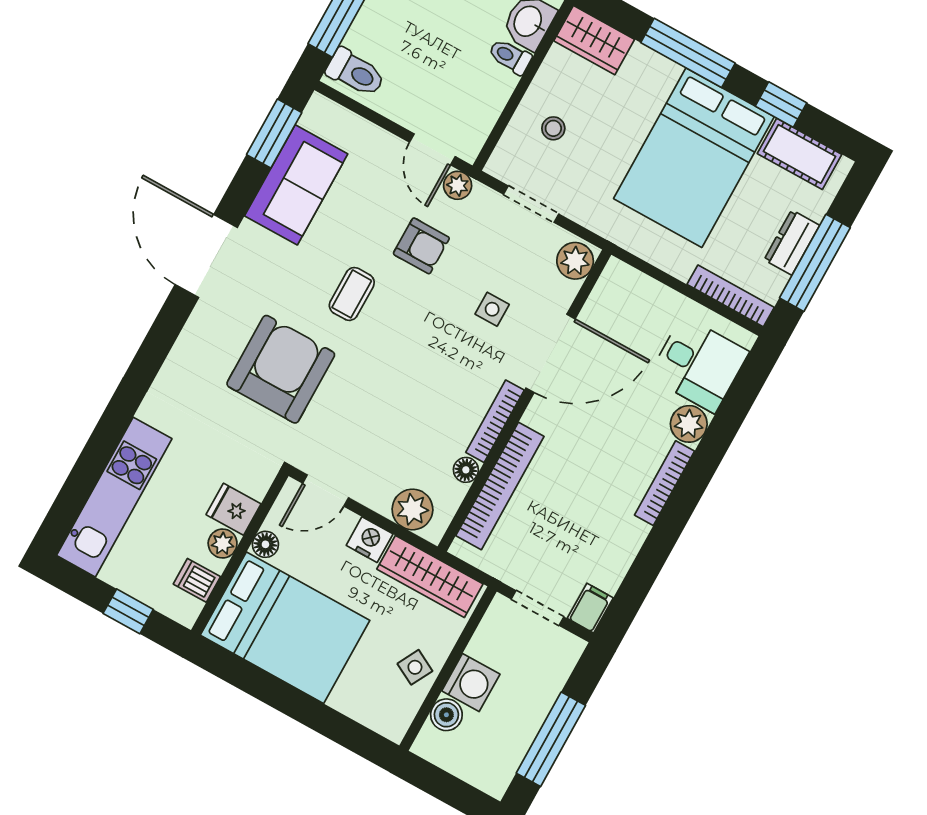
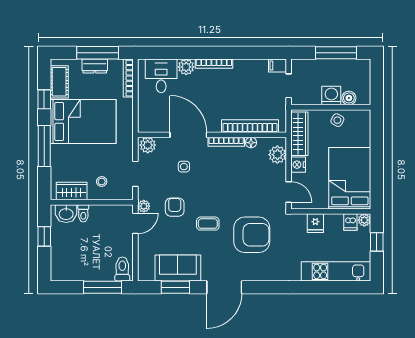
wardrobe: (594, 40) -> (72, 191), moved, turned -90
window: (274, 134) -> (175, 287), moved
armchair: (281, 369) -> (252, 235), turned 180
plant: (223, 544) -> (364, 220), moved
floor lamp: (265, 544) -> (322, 203), removed

